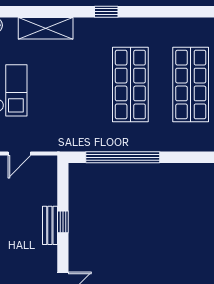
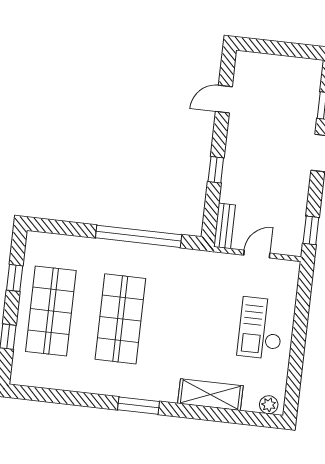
window: (106, 12) -> (139, 406), width x1.50
bench: (50, 225) -> (224, 226), moved

